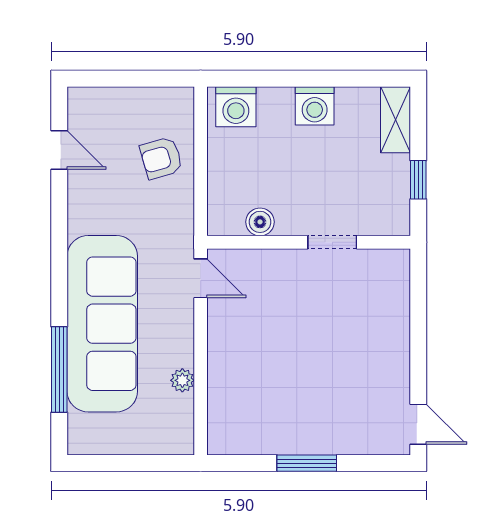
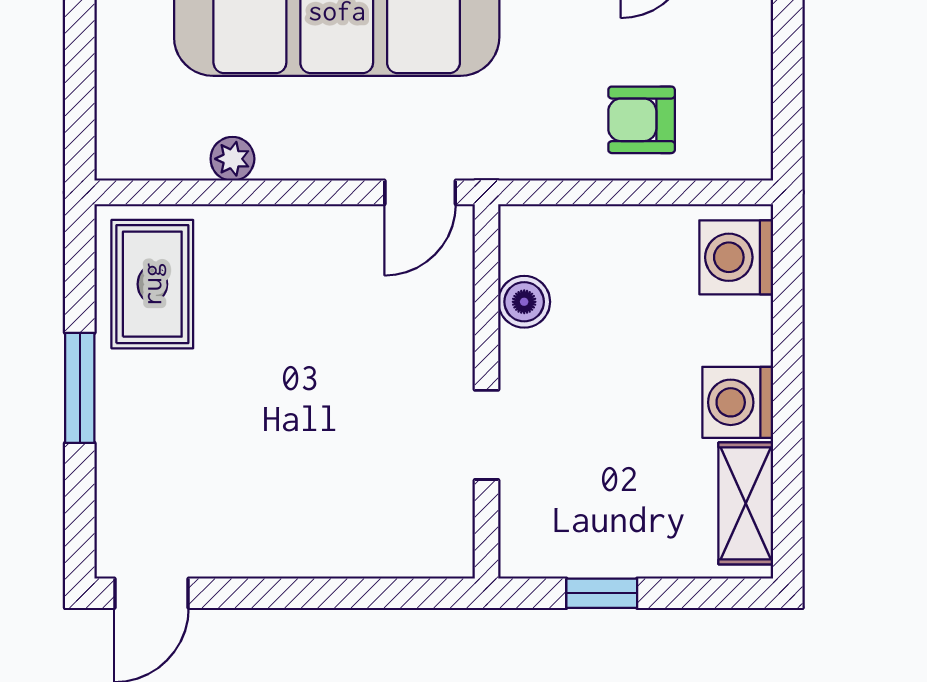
shelving: (395, 120) -> (746, 503), moved, turned 90
armchair: (161, 158) -> (642, 120), turned -74
rug: (250, 424) -> (152, 284), added

